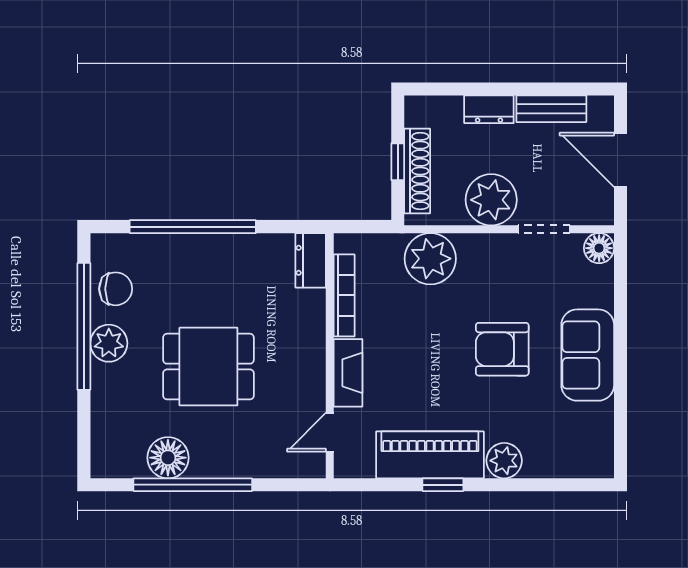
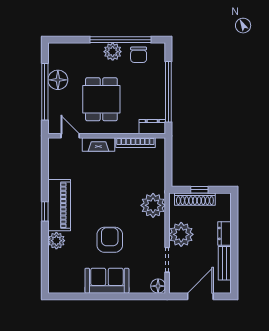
dresser: (311, 260) -> (152, 127), moved
bookcase: (344, 295) -> (135, 143), moved
wall: (330, 356) -> (107, 136), moved
fireplace: (348, 373) -> (98, 145), moved
door: (330, 432) -> (70, 136), moved

